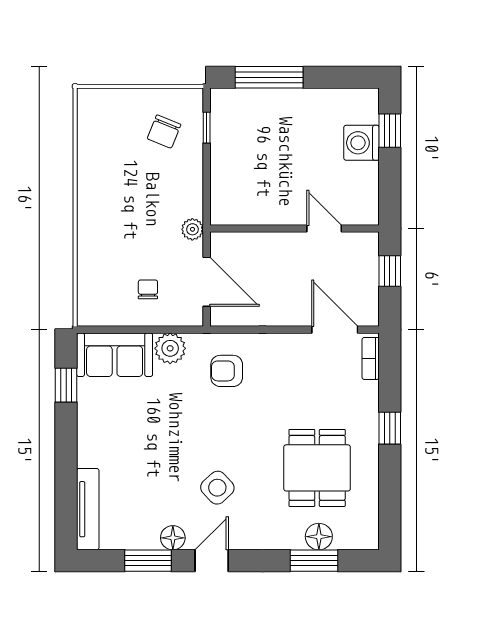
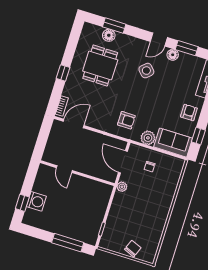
chair: (164, 132) -> (133, 249), moved
window: (390, 271) -> (42, 142), removed
door: (335, 330) -> (74, 123), swing flipped
armchair: (101, 428) -> (189, 112), added

